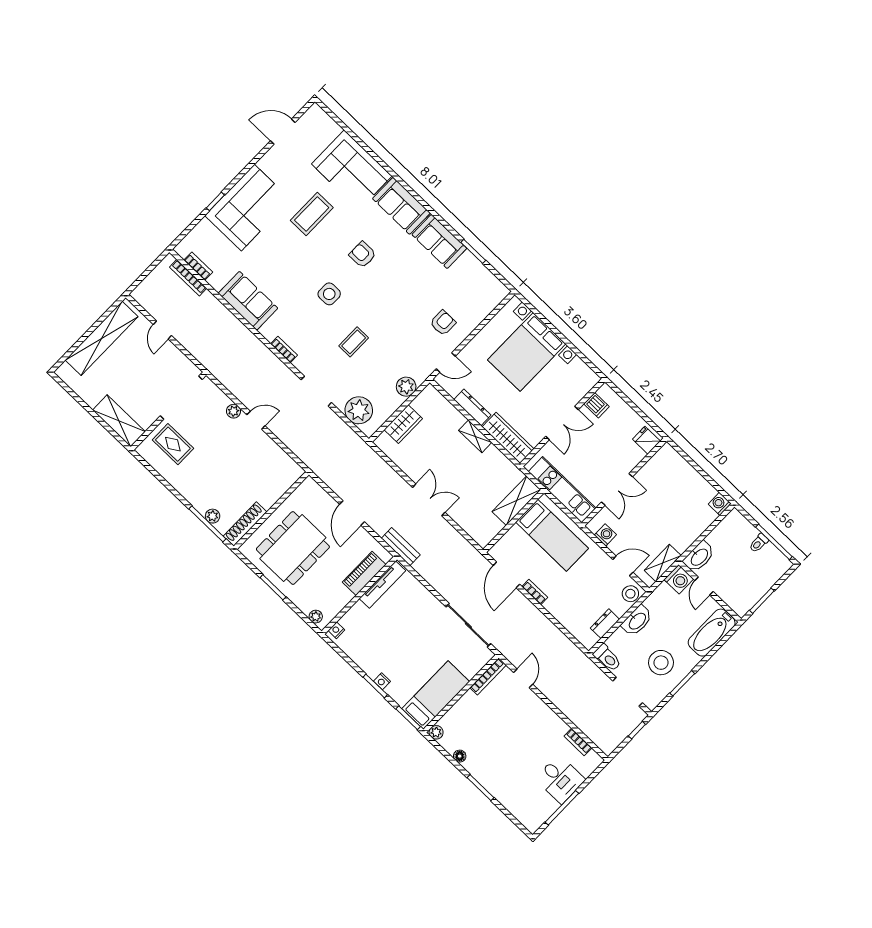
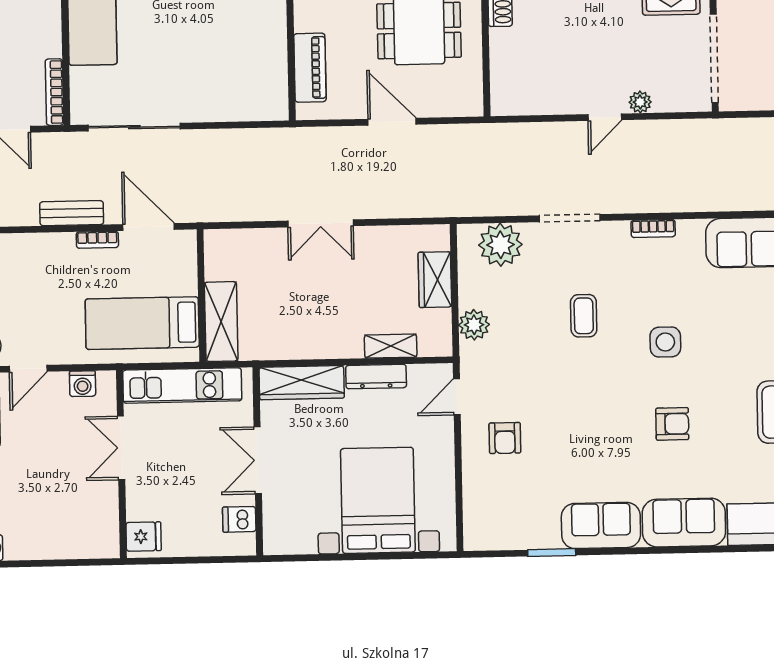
shelving: (475, 436) -> (391, 346), moved
bench: (401, 547) -> (72, 213), moved
tv unit: (382, 585) -> (277, 76), removed

